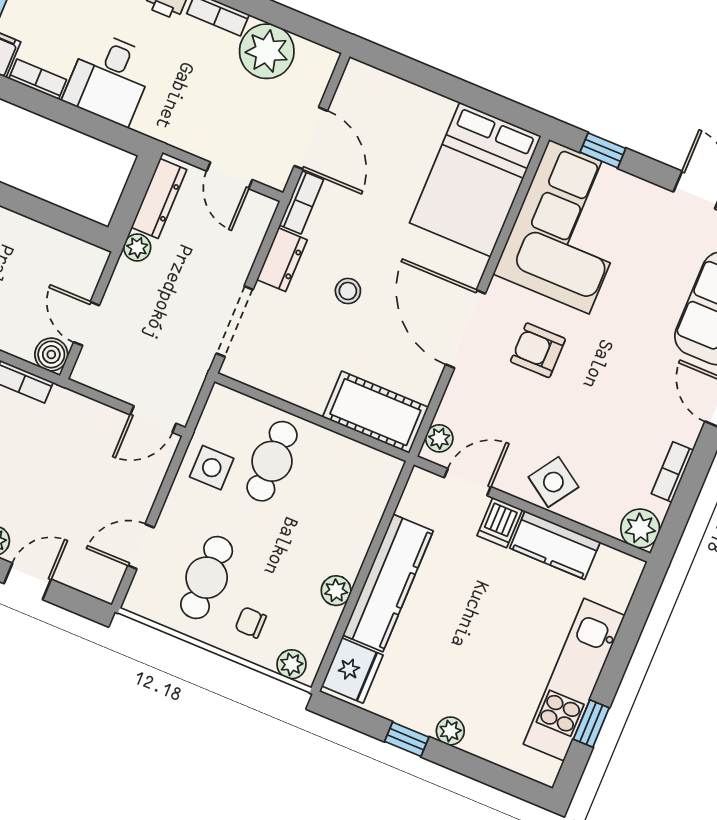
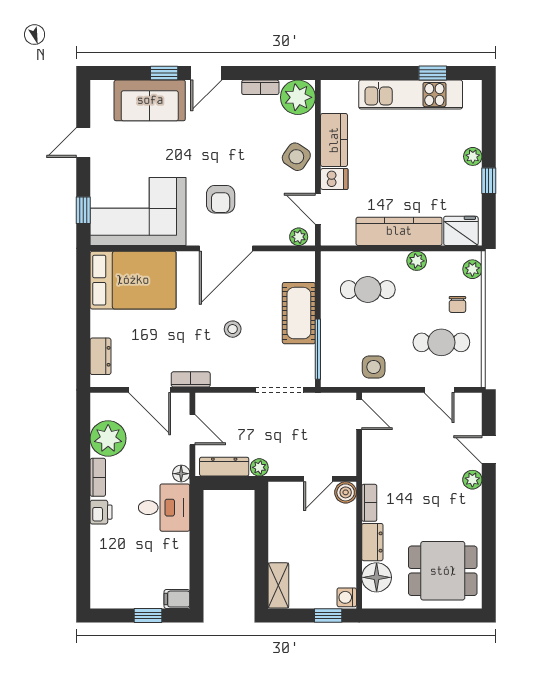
desk: (109, 78) -> (164, 508), moved
bookcase: (38, 79) -> (183, 570), removed
floor lamp: (174, 134) -> (181, 474), added
door: (311, 138) -> (150, 390), swing flipped
door: (230, 175) -> (192, 430), hinge flipped
dresser: (282, 260) -> (101, 356), moved, turned 90
window: (269, 400) -> (318, 349), added
cot: (375, 412) -> (299, 313), moved
cafe table: (272, 461) -> (368, 290), moved
plant: (640, 528) -> (298, 97), width x1.36, depth x1.36

